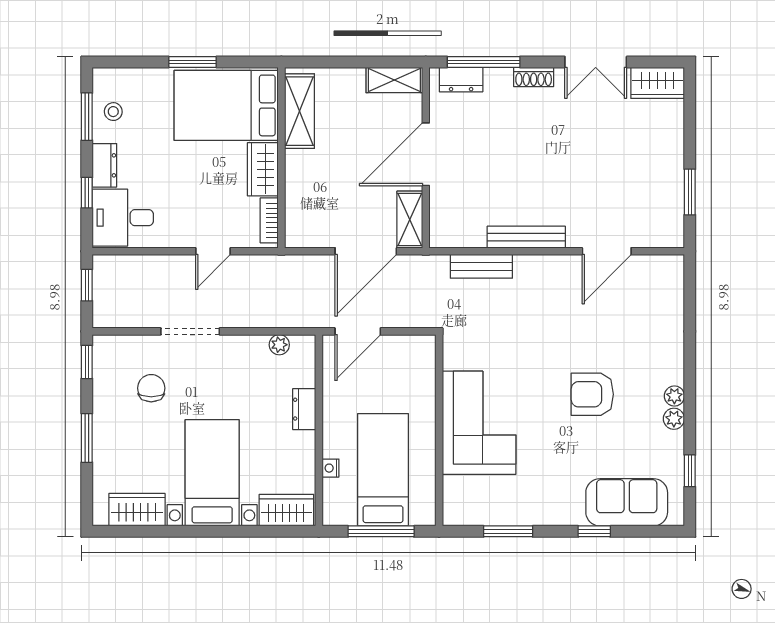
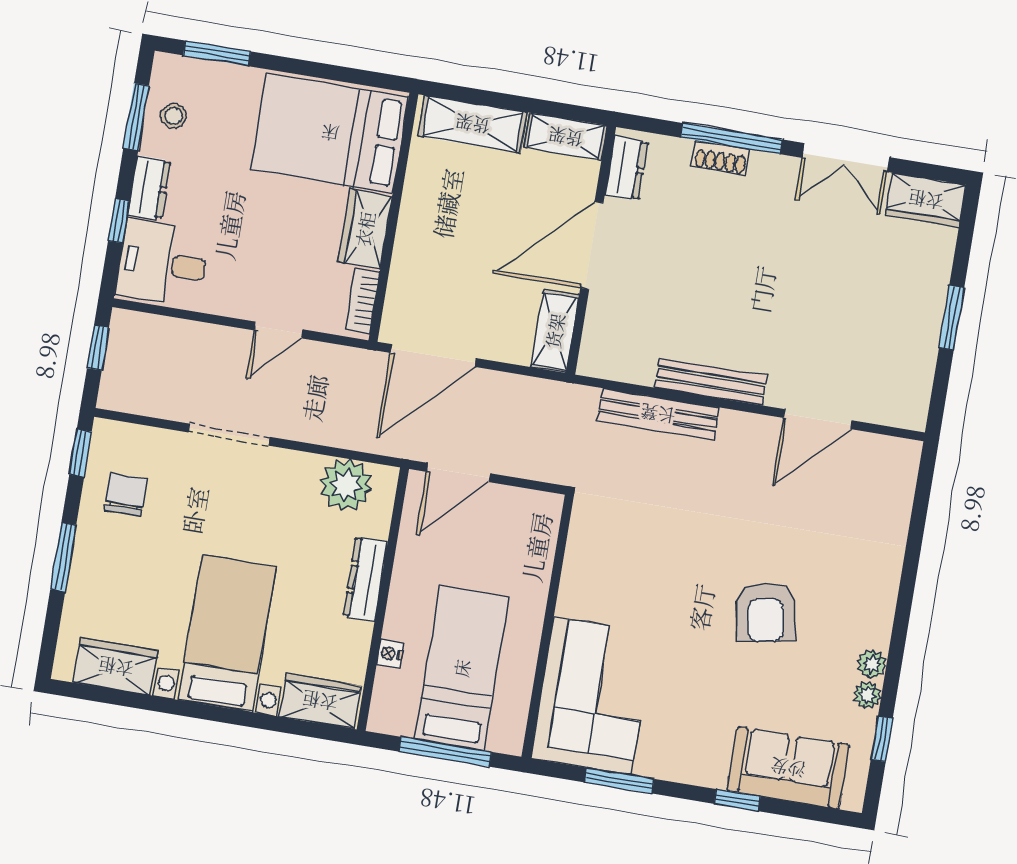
window: (193, 62) -> (217, 53), moved
window: (484, 62) -> (731, 139), moved
shoe rack: (534, 77) -> (721, 158), moved
dresser: (461, 80) -> (626, 168), moved, turned -90
shelving: (300, 111) -> (473, 124), moved, turned 90
window: (690, 192) -> (952, 318), moved
door: (366, 251) -> (433, 356), moved
bench: (481, 266) -> (658, 414), width x1.36
plant: (279, 345) -> (346, 485), width x1.88, depth x1.88
chair: (151, 388) -> (125, 494), moved
armchair: (592, 394) -> (766, 612), turned -100
plant: (674, 396) -> (867, 695), moved
dresser: (304, 409) -> (365, 579), width x1.44
corner sofa: (479, 423) -> (592, 696), moved

